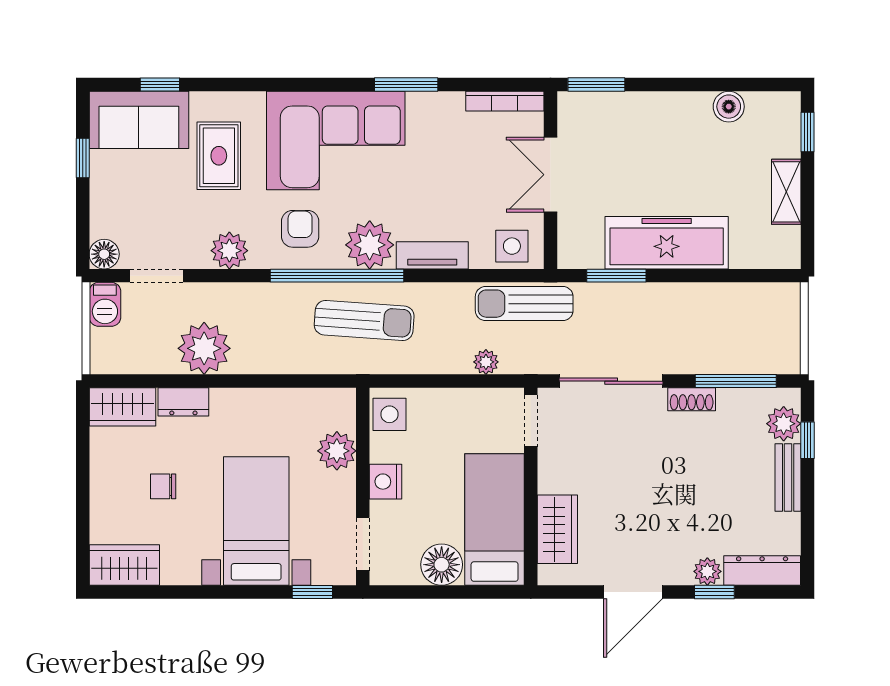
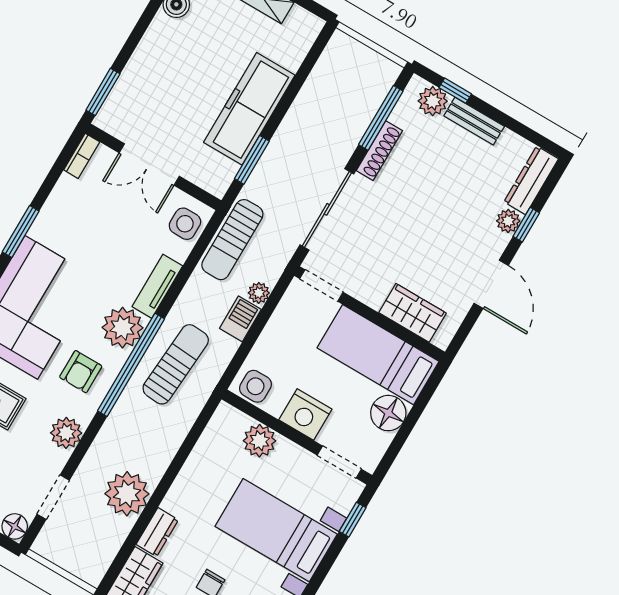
bookcase: (505, 101) -> (82, 156), width x0.64
armchair: (300, 229) -> (81, 372), turned -90
barbecue: (105, 304) -> (240, 319), moved, turned -90
shoe rack: (692, 399) -> (379, 151), width x1.43
nightstand: (385, 482) -> (305, 414), width x1.36, depth x1.33

